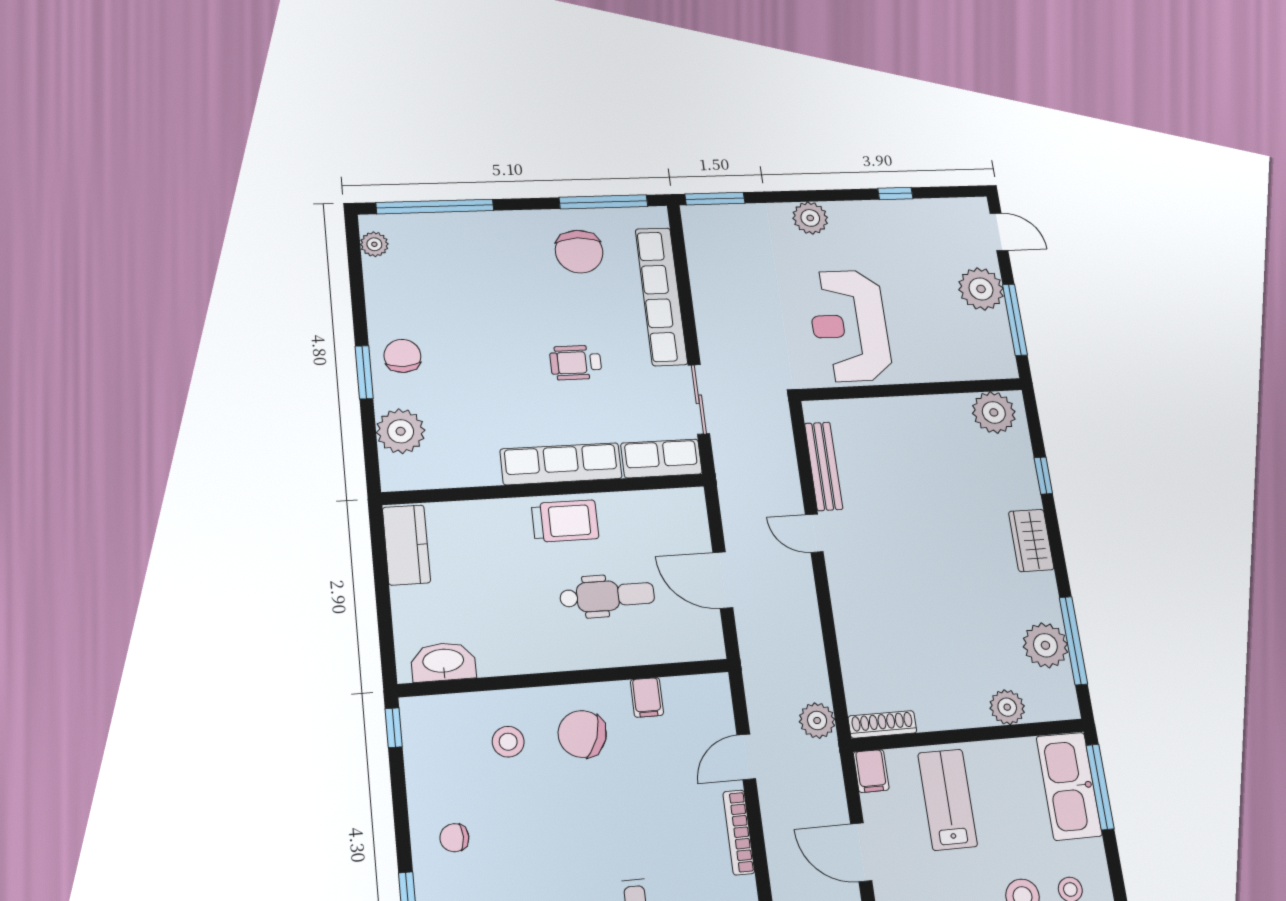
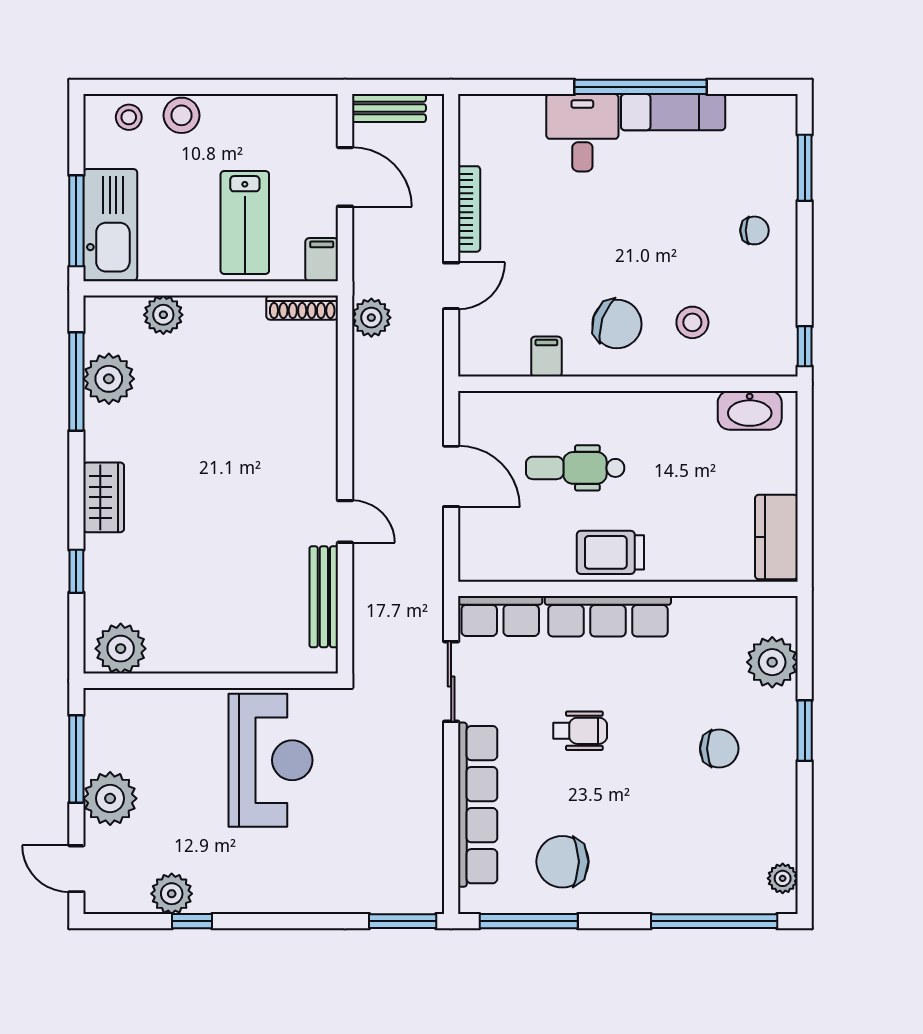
plant: (810, 218) -> (172, 894), moved
chair: (579, 252) -> (562, 862), turned -90
chair: (402, 356) -> (719, 749), moved, turned -90

